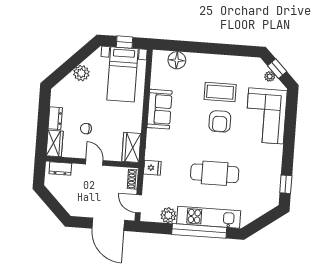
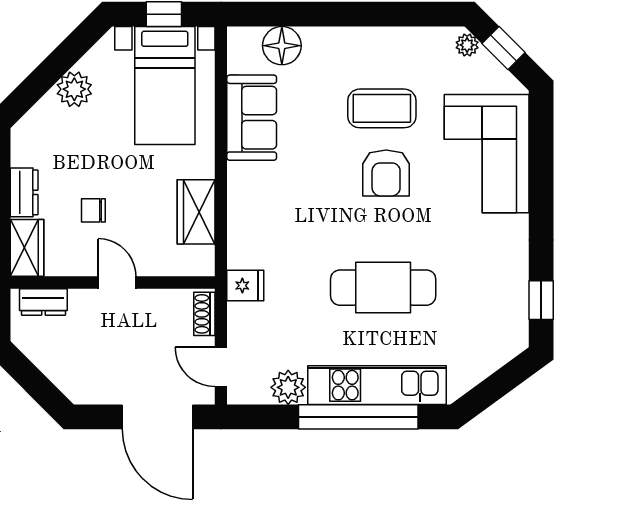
plant: (270, 76) -> (467, 45), moved
sofa: (160, 109) -> (252, 118), moved
wardrobe: (131, 147) -> (196, 212), moved

